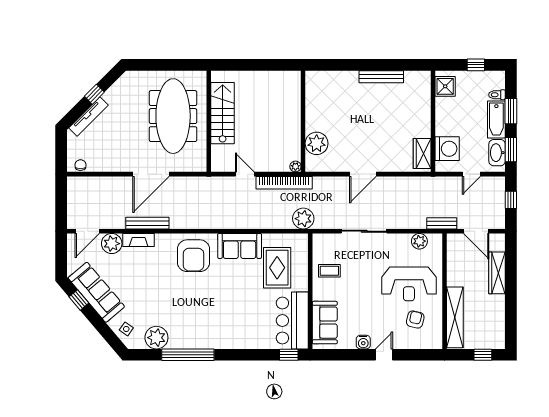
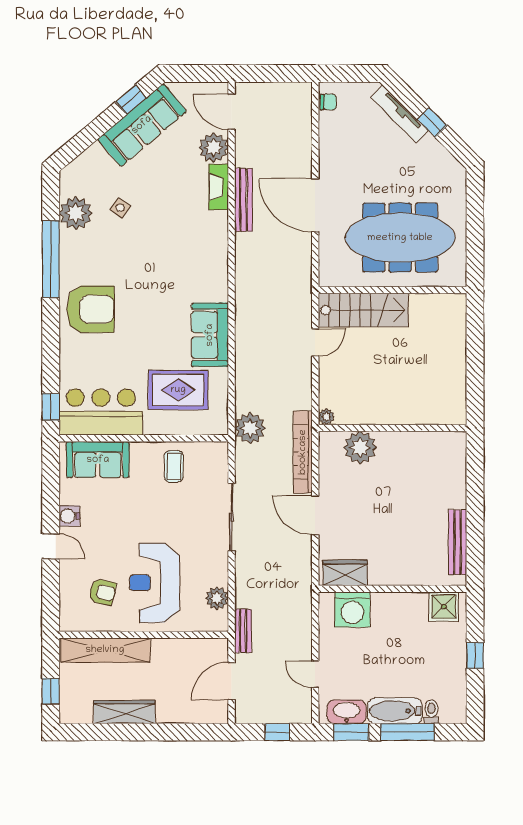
window: (476, 65) -> (475, 655), moved
shower: (445, 86) -> (444, 607), moved
window: (511, 111) -> (407, 732), width x1.44
stairs: (223, 113) -> (363, 310), moved
wall: (433, 121) -> (392, 589), moved
washing machine: (447, 149) -> (352, 610), moved
wardrobe: (422, 154) -> (345, 573), moved
bookcase: (284, 183) -> (303, 452), moved
armchair: (193, 256) -> (90, 309), moved, turned 180
wardrobe: (497, 273) -> (124, 712), moved
side table: (126, 329) -> (120, 208), moved

